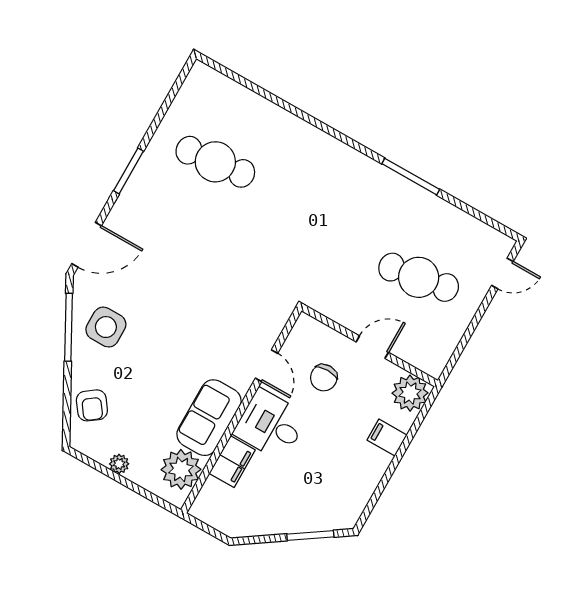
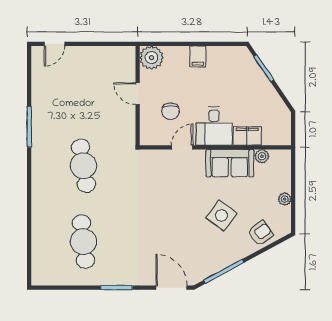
door: (502, 273) -> (54, 44), swing flipped
cafe table: (419, 277) -> (83, 166), moved
side table: (106, 327) -> (221, 215), moved, turned 36
chair: (324, 378) -> (170, 111), turned 90
filing cabinet: (387, 438) -> (198, 56), moved
plant: (181, 469) -> (262, 156), width x0.53, depth x0.53

